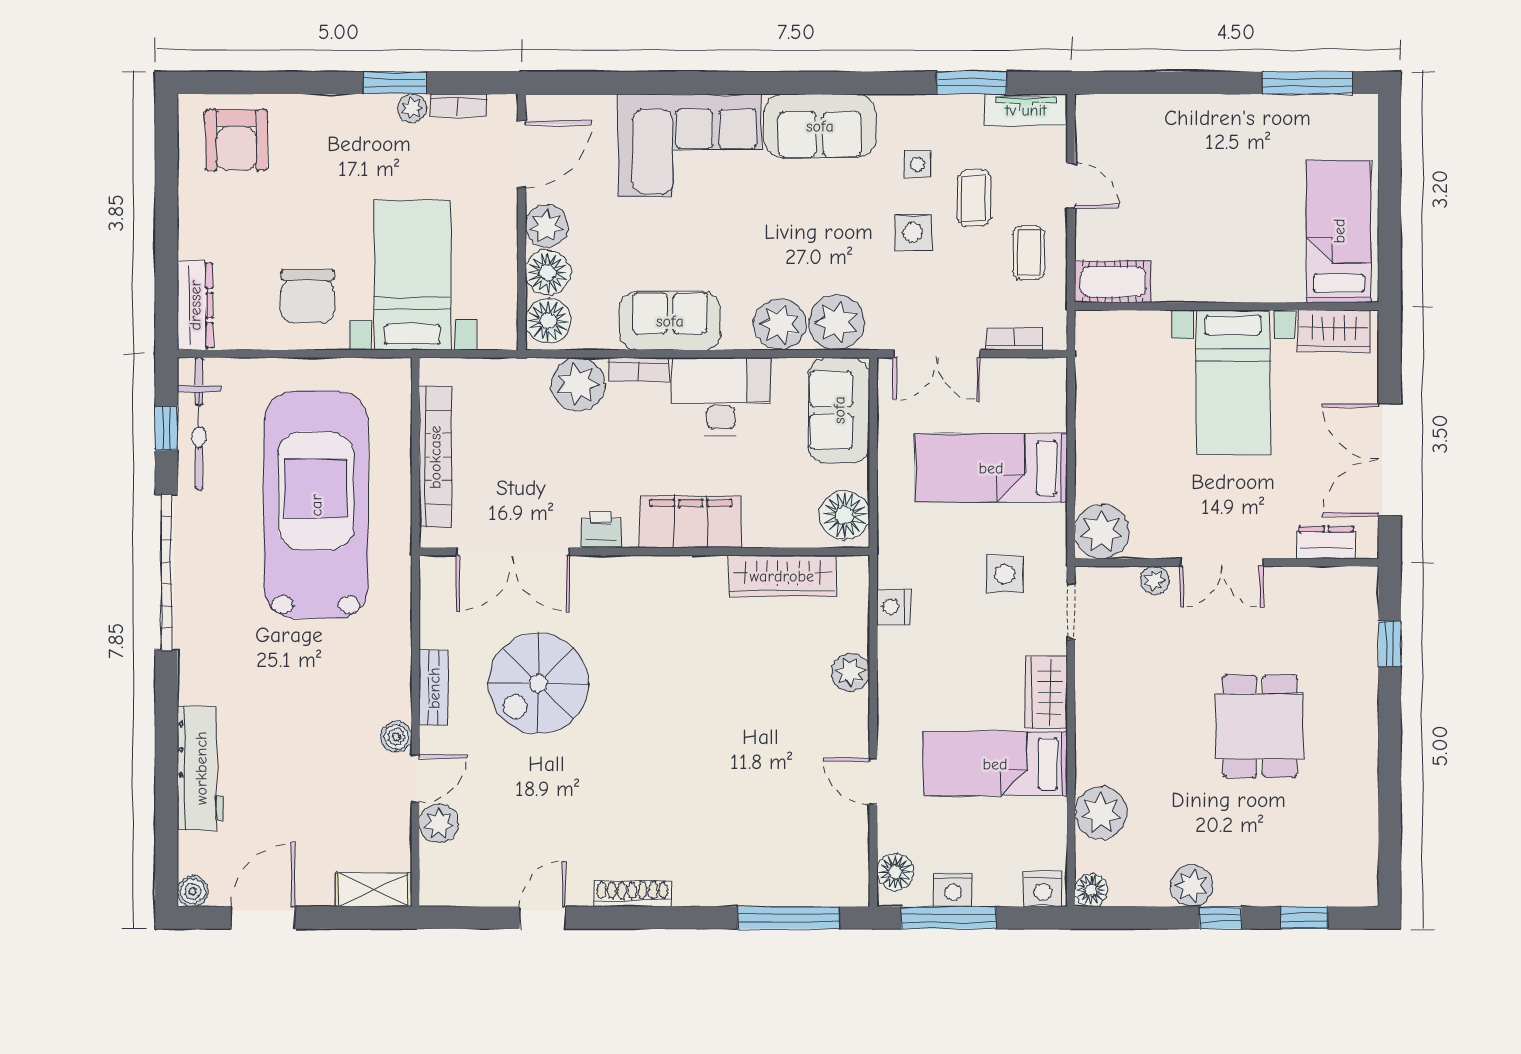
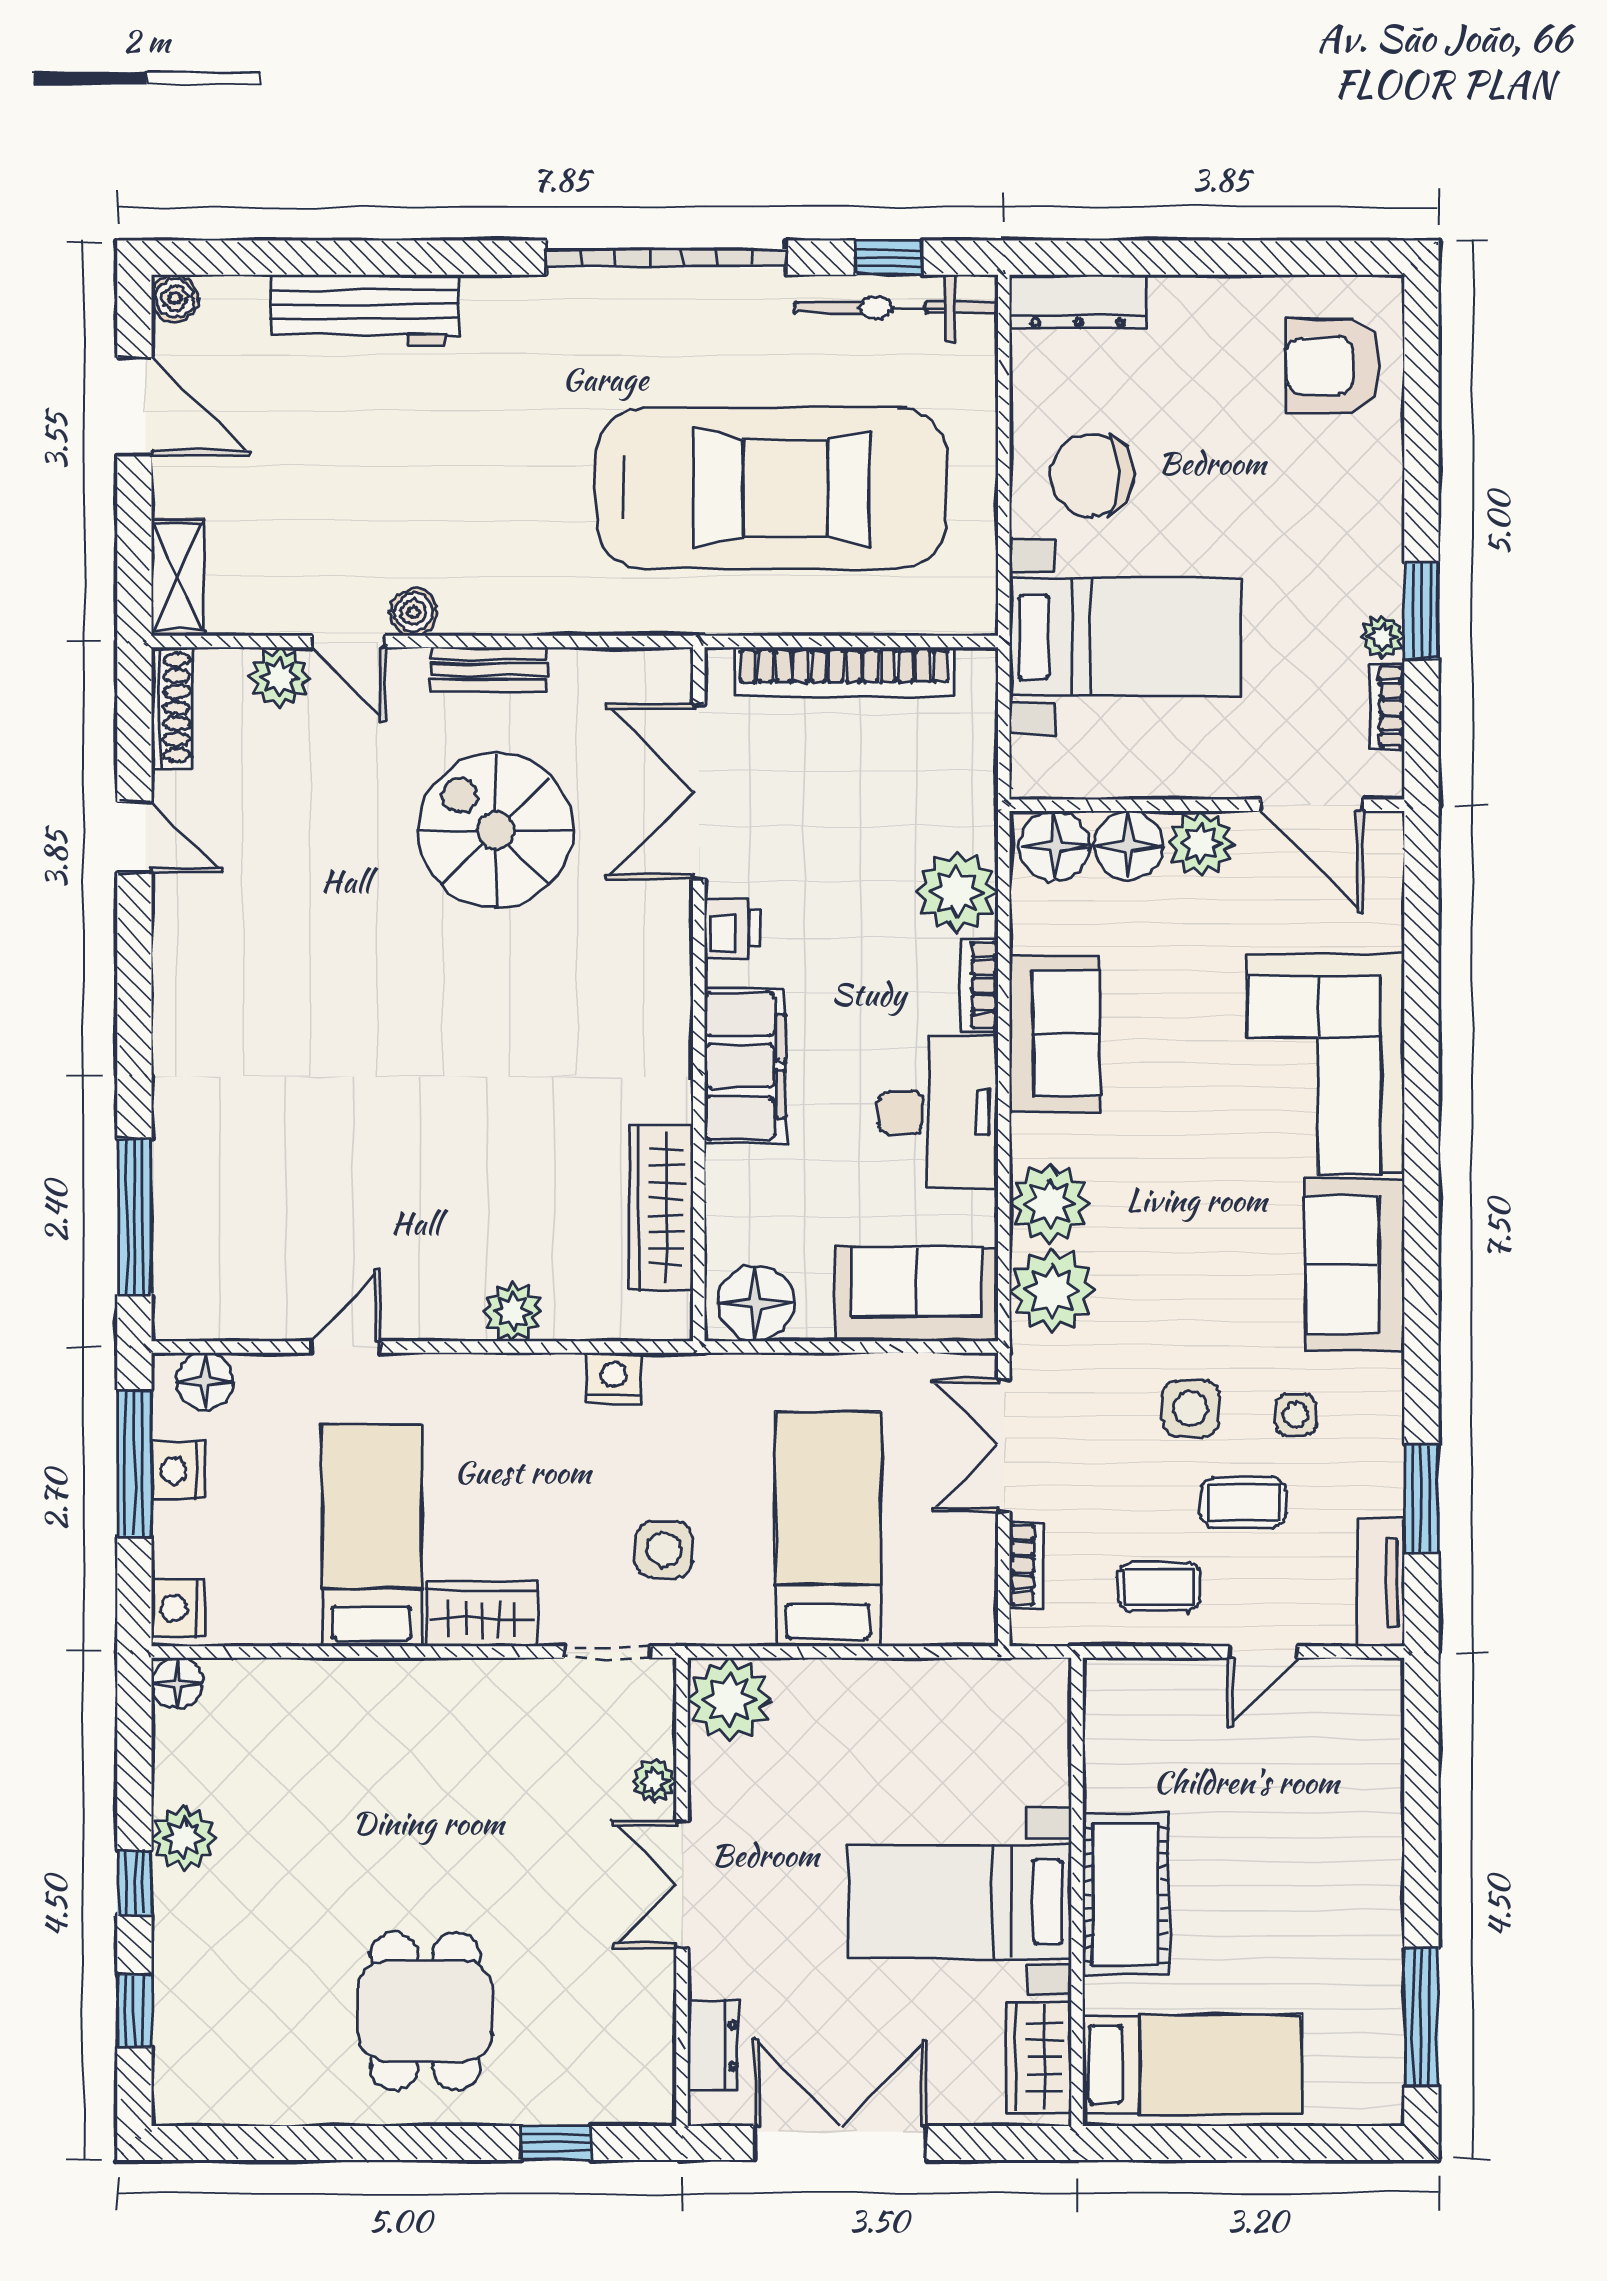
cot: (1113, 282) -> (1126, 1894), moved, width x1.37, depth x1.34
dining table: (1260, 726) -> (425, 2011), moved, turned 90
plant: (1101, 813) -> (296, 1698), removed
shoe rack: (632, 893) -> (172, 707), moved

